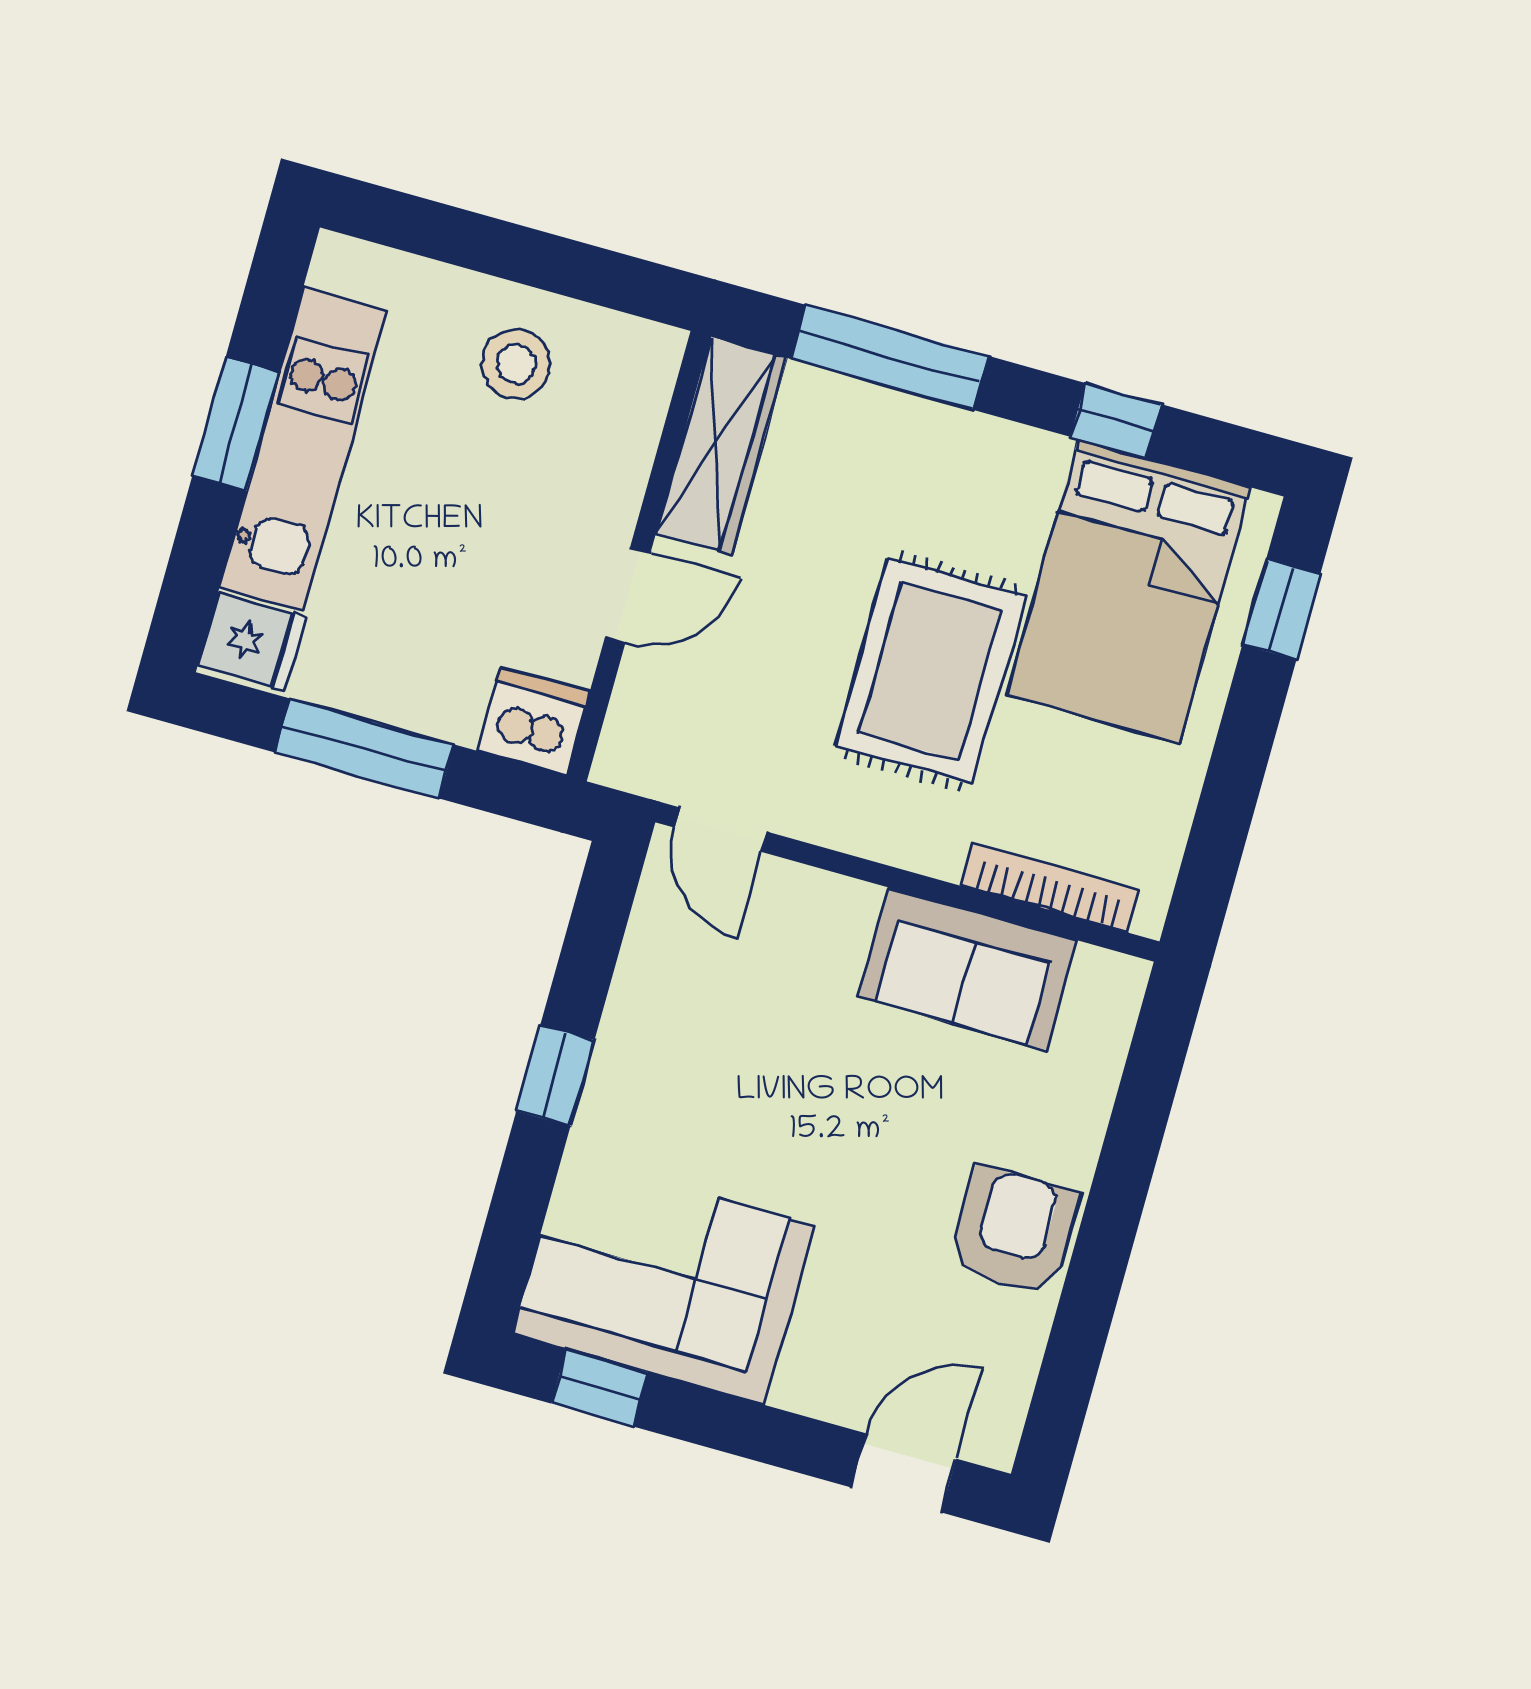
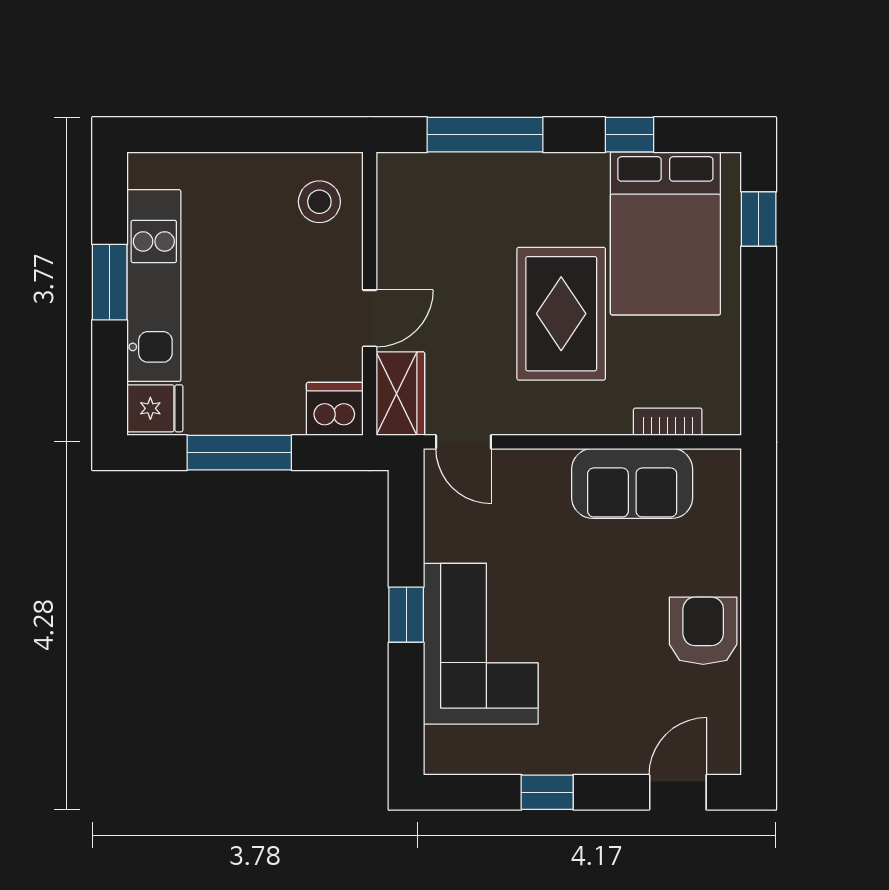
stool: (516, 364) -> (319, 202), moved
wardrobe: (721, 446) -> (400, 394), moved, width x0.67
bookcase: (1050, 888) -> (668, 422), width x0.64
corner sofa: (663, 1280) -> (481, 644), moved, turned 90
window: (600, 1388) -> (547, 792), moved

